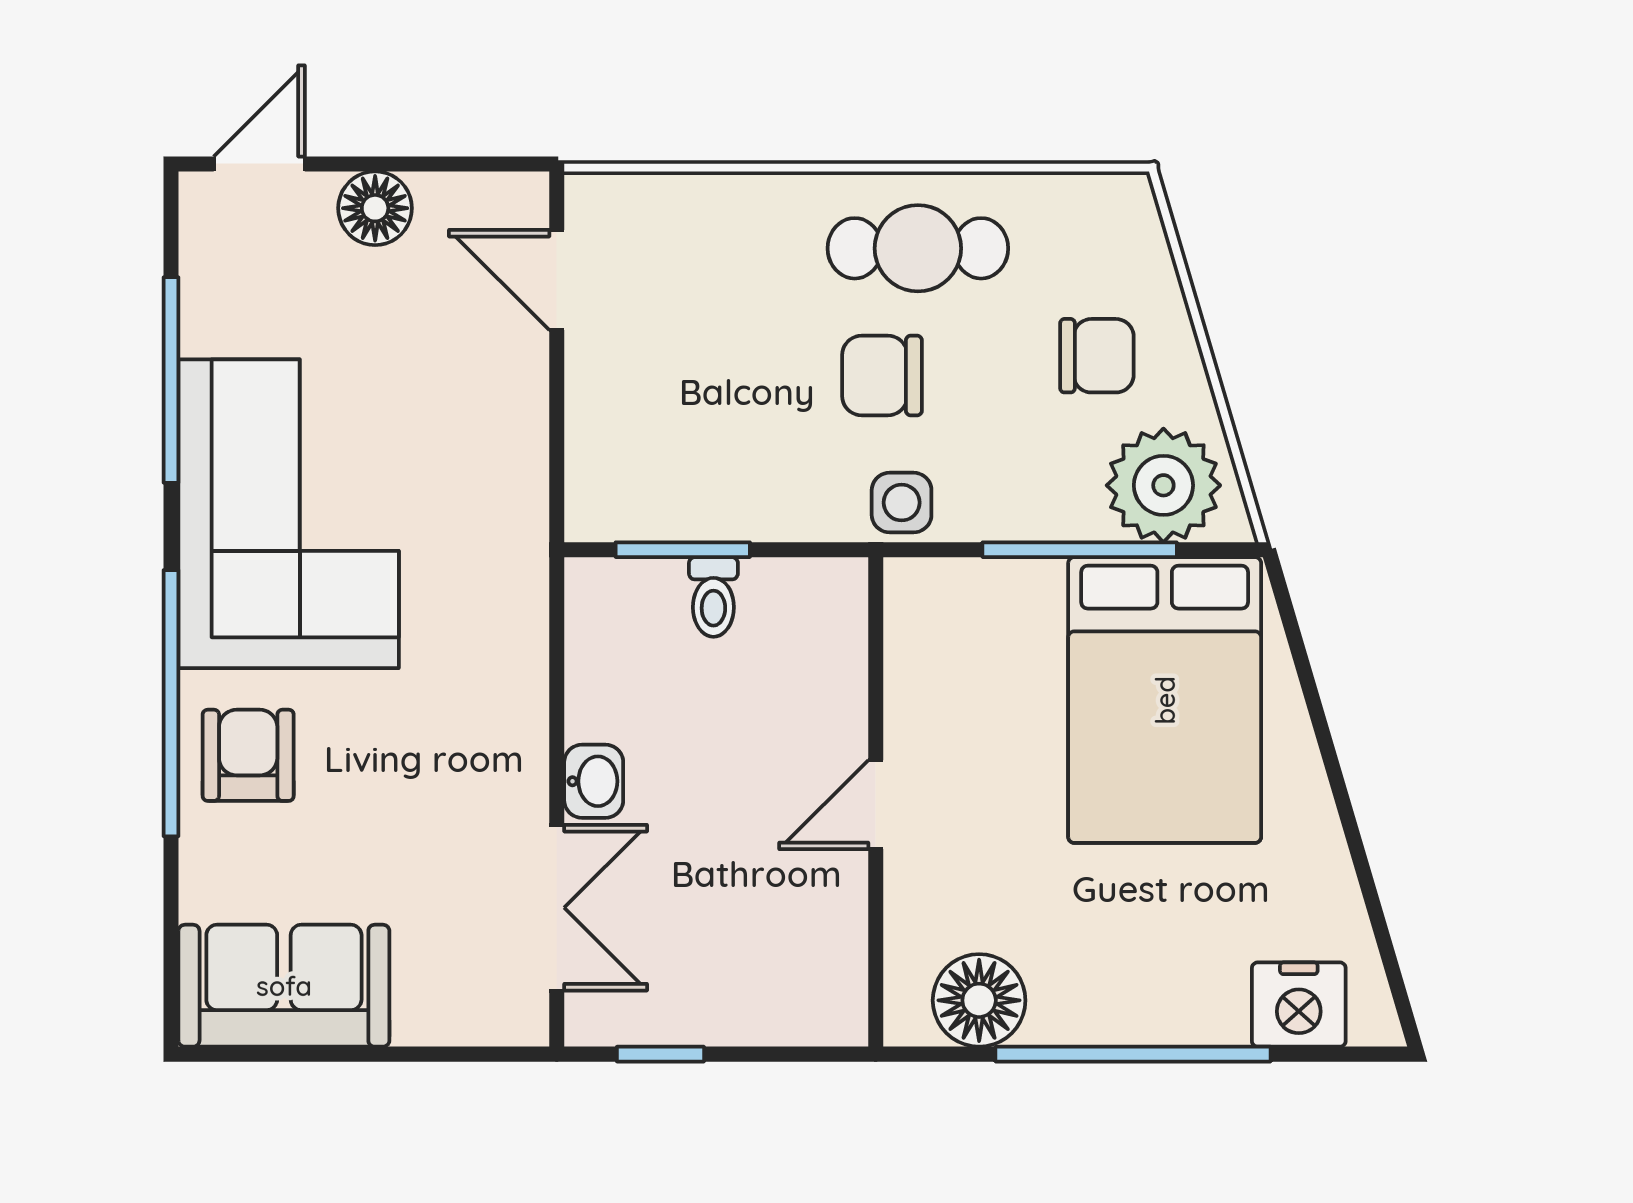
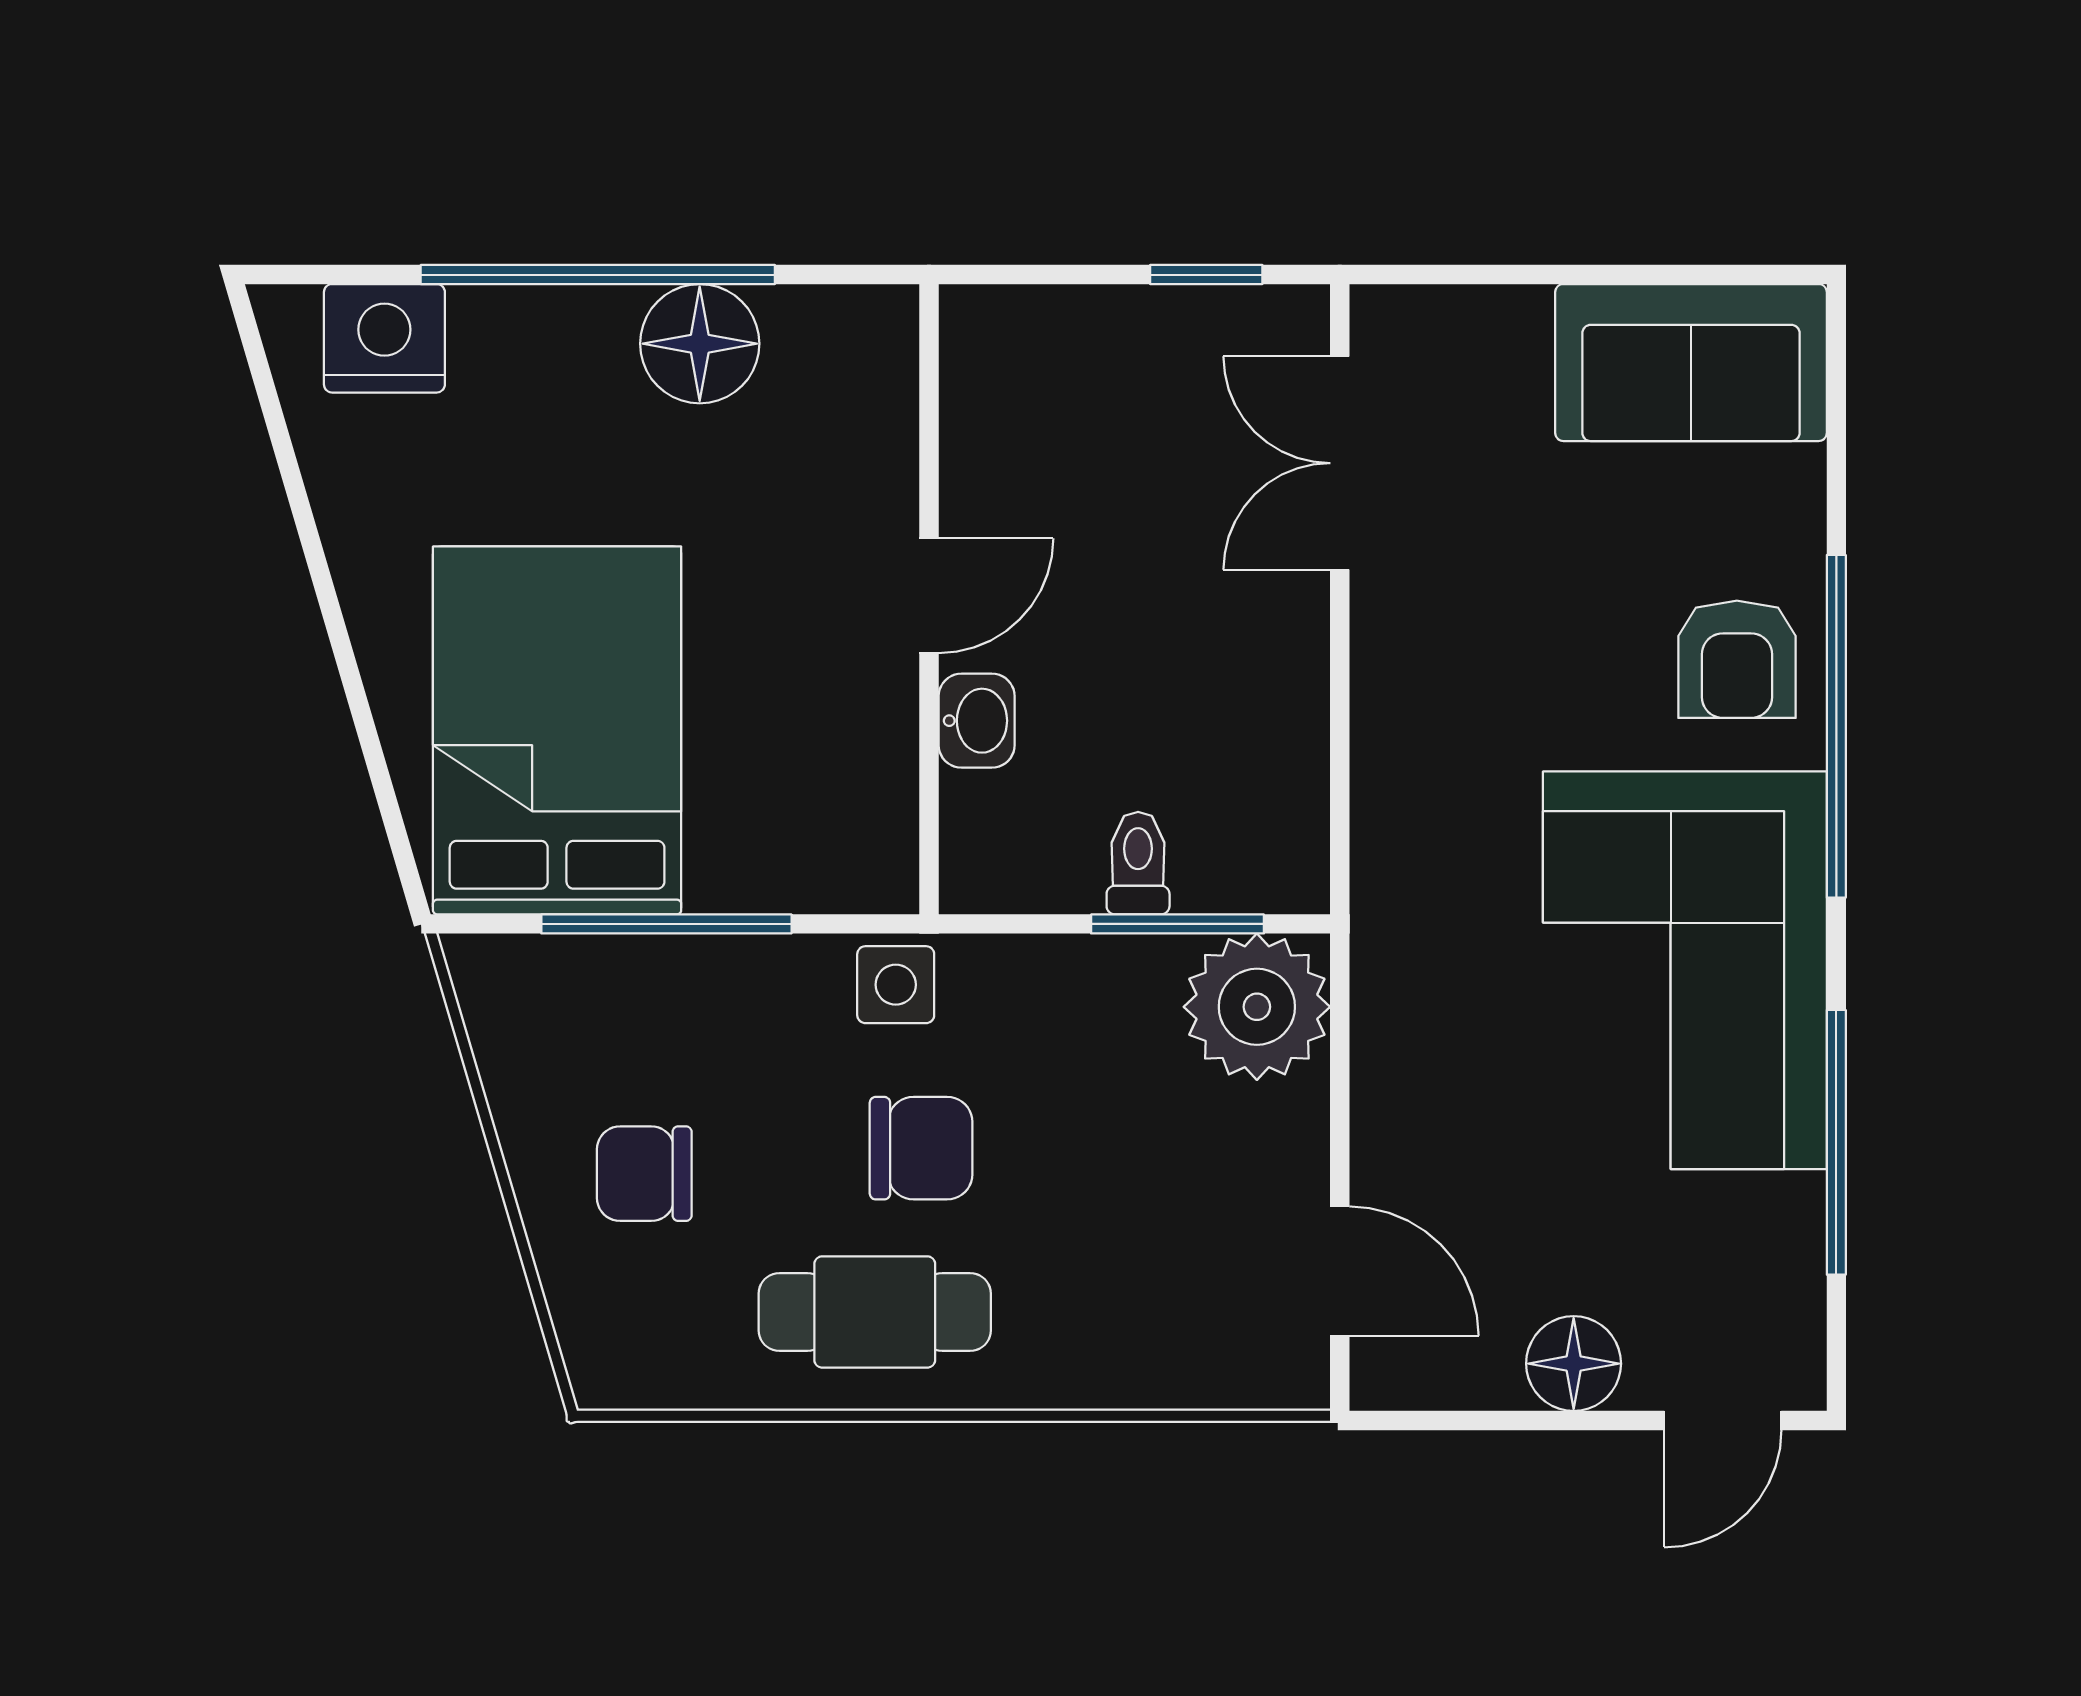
plant: (1163, 485) -> (1257, 1007), moved
washbasin: (594, 781) -> (977, 721), moved, turned 180
floor lamp: (979, 1000) -> (700, 344), moved

